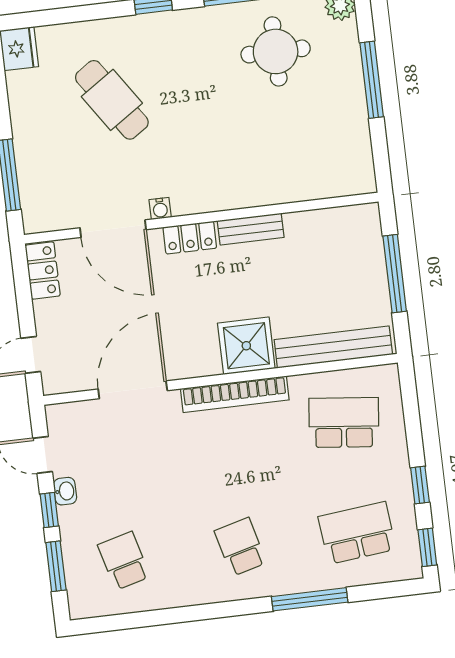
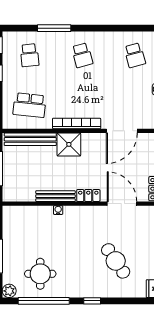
water cooler: (160, 209) -> (58, 210), moved
bench: (251, 229) -> (56, 196), width x1.36
school desk: (357, 533) -> (30, 55), width x0.54

